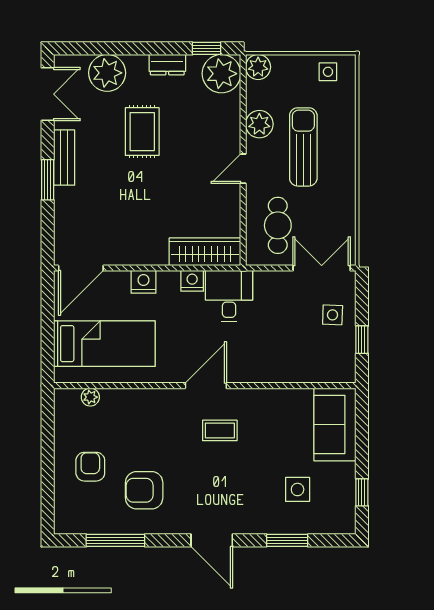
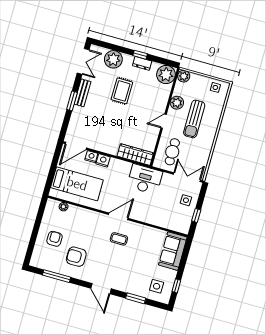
window: (207, 48) -> (140, 55), moved
sun lounger: (303, 147) -> (194, 119), turned 180
nightstand: (192, 281) -> (91, 157), moved
desk: (229, 296) -> (145, 179), width x1.37
side table: (298, 489) -> (157, 286), moved

